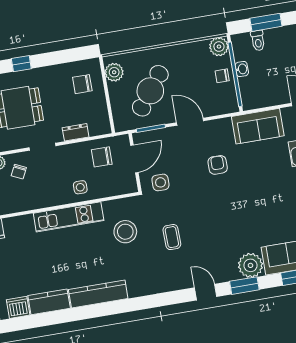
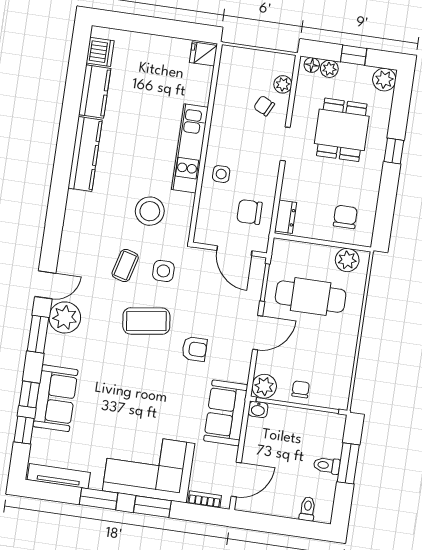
toilet: (258, 40) -> (327, 465), moved
plant: (219, 47) -> (264, 386), moved
washbasin: (242, 69) -> (258, 409), moved
cafe table: (150, 91) -> (311, 297), turned -37
dresser: (76, 132) -> (286, 217), moved
chair: (102, 157) -> (249, 212), turned -90
side table: (160, 182) -> (163, 271), moved
coffee table: (208, 208) -> (146, 321), added
coffee table: (172, 237) -> (125, 265), turned -74
plant: (250, 265) -> (65, 317), moved

